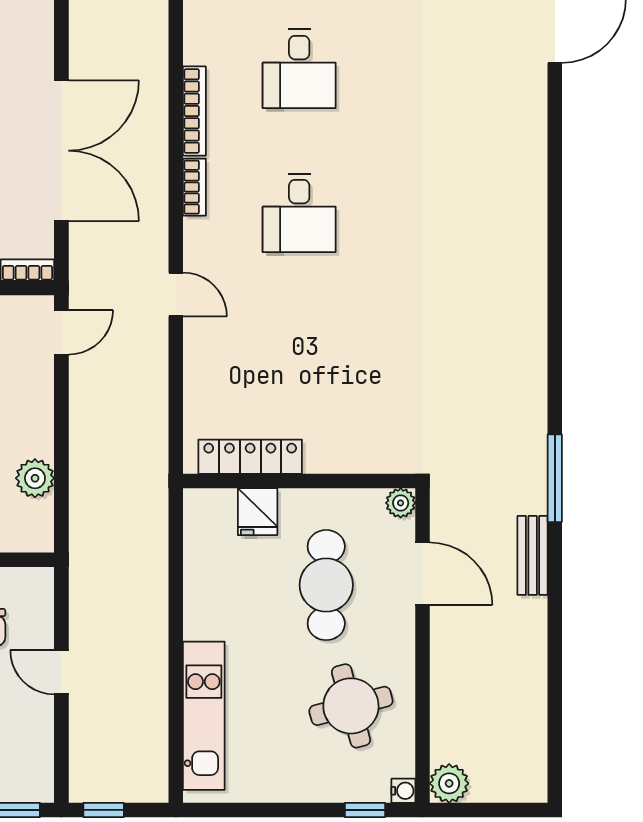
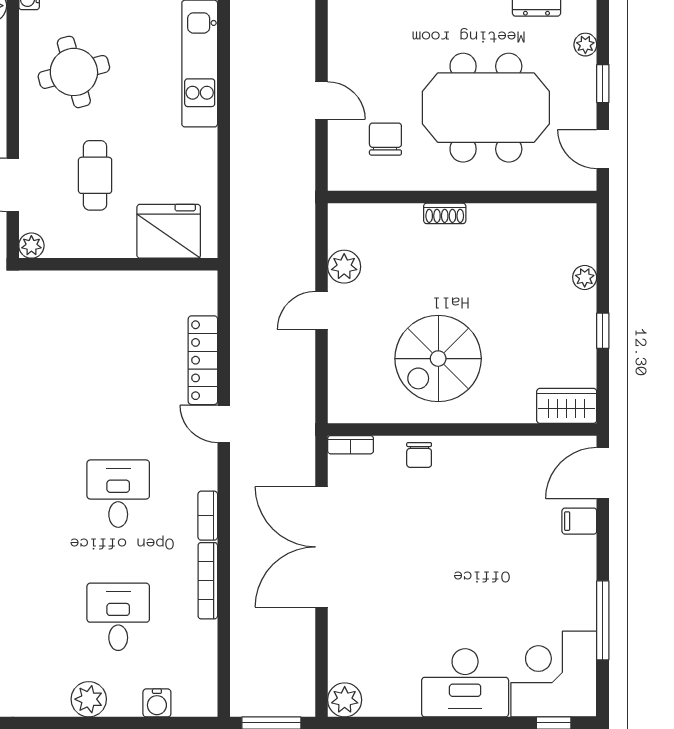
door: (61, 332) -> (322, 310), moved
locker: (250, 457) -> (203, 360), moved, turned 90
fridge: (258, 512) -> (169, 231), width x1.88, depth x1.34
cafe table: (326, 585) -> (95, 175), width x0.73, depth x0.74

